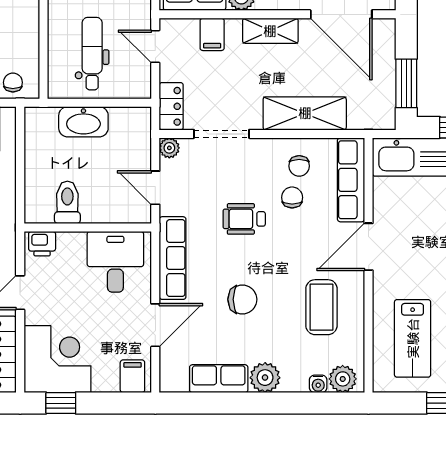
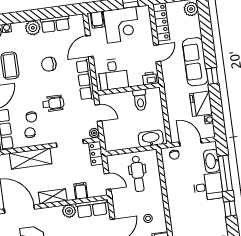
washbasin: (83, 122) -> (151, 138), moved
corner desk: (58, 359) -> (122, 25), moved, turned -90

